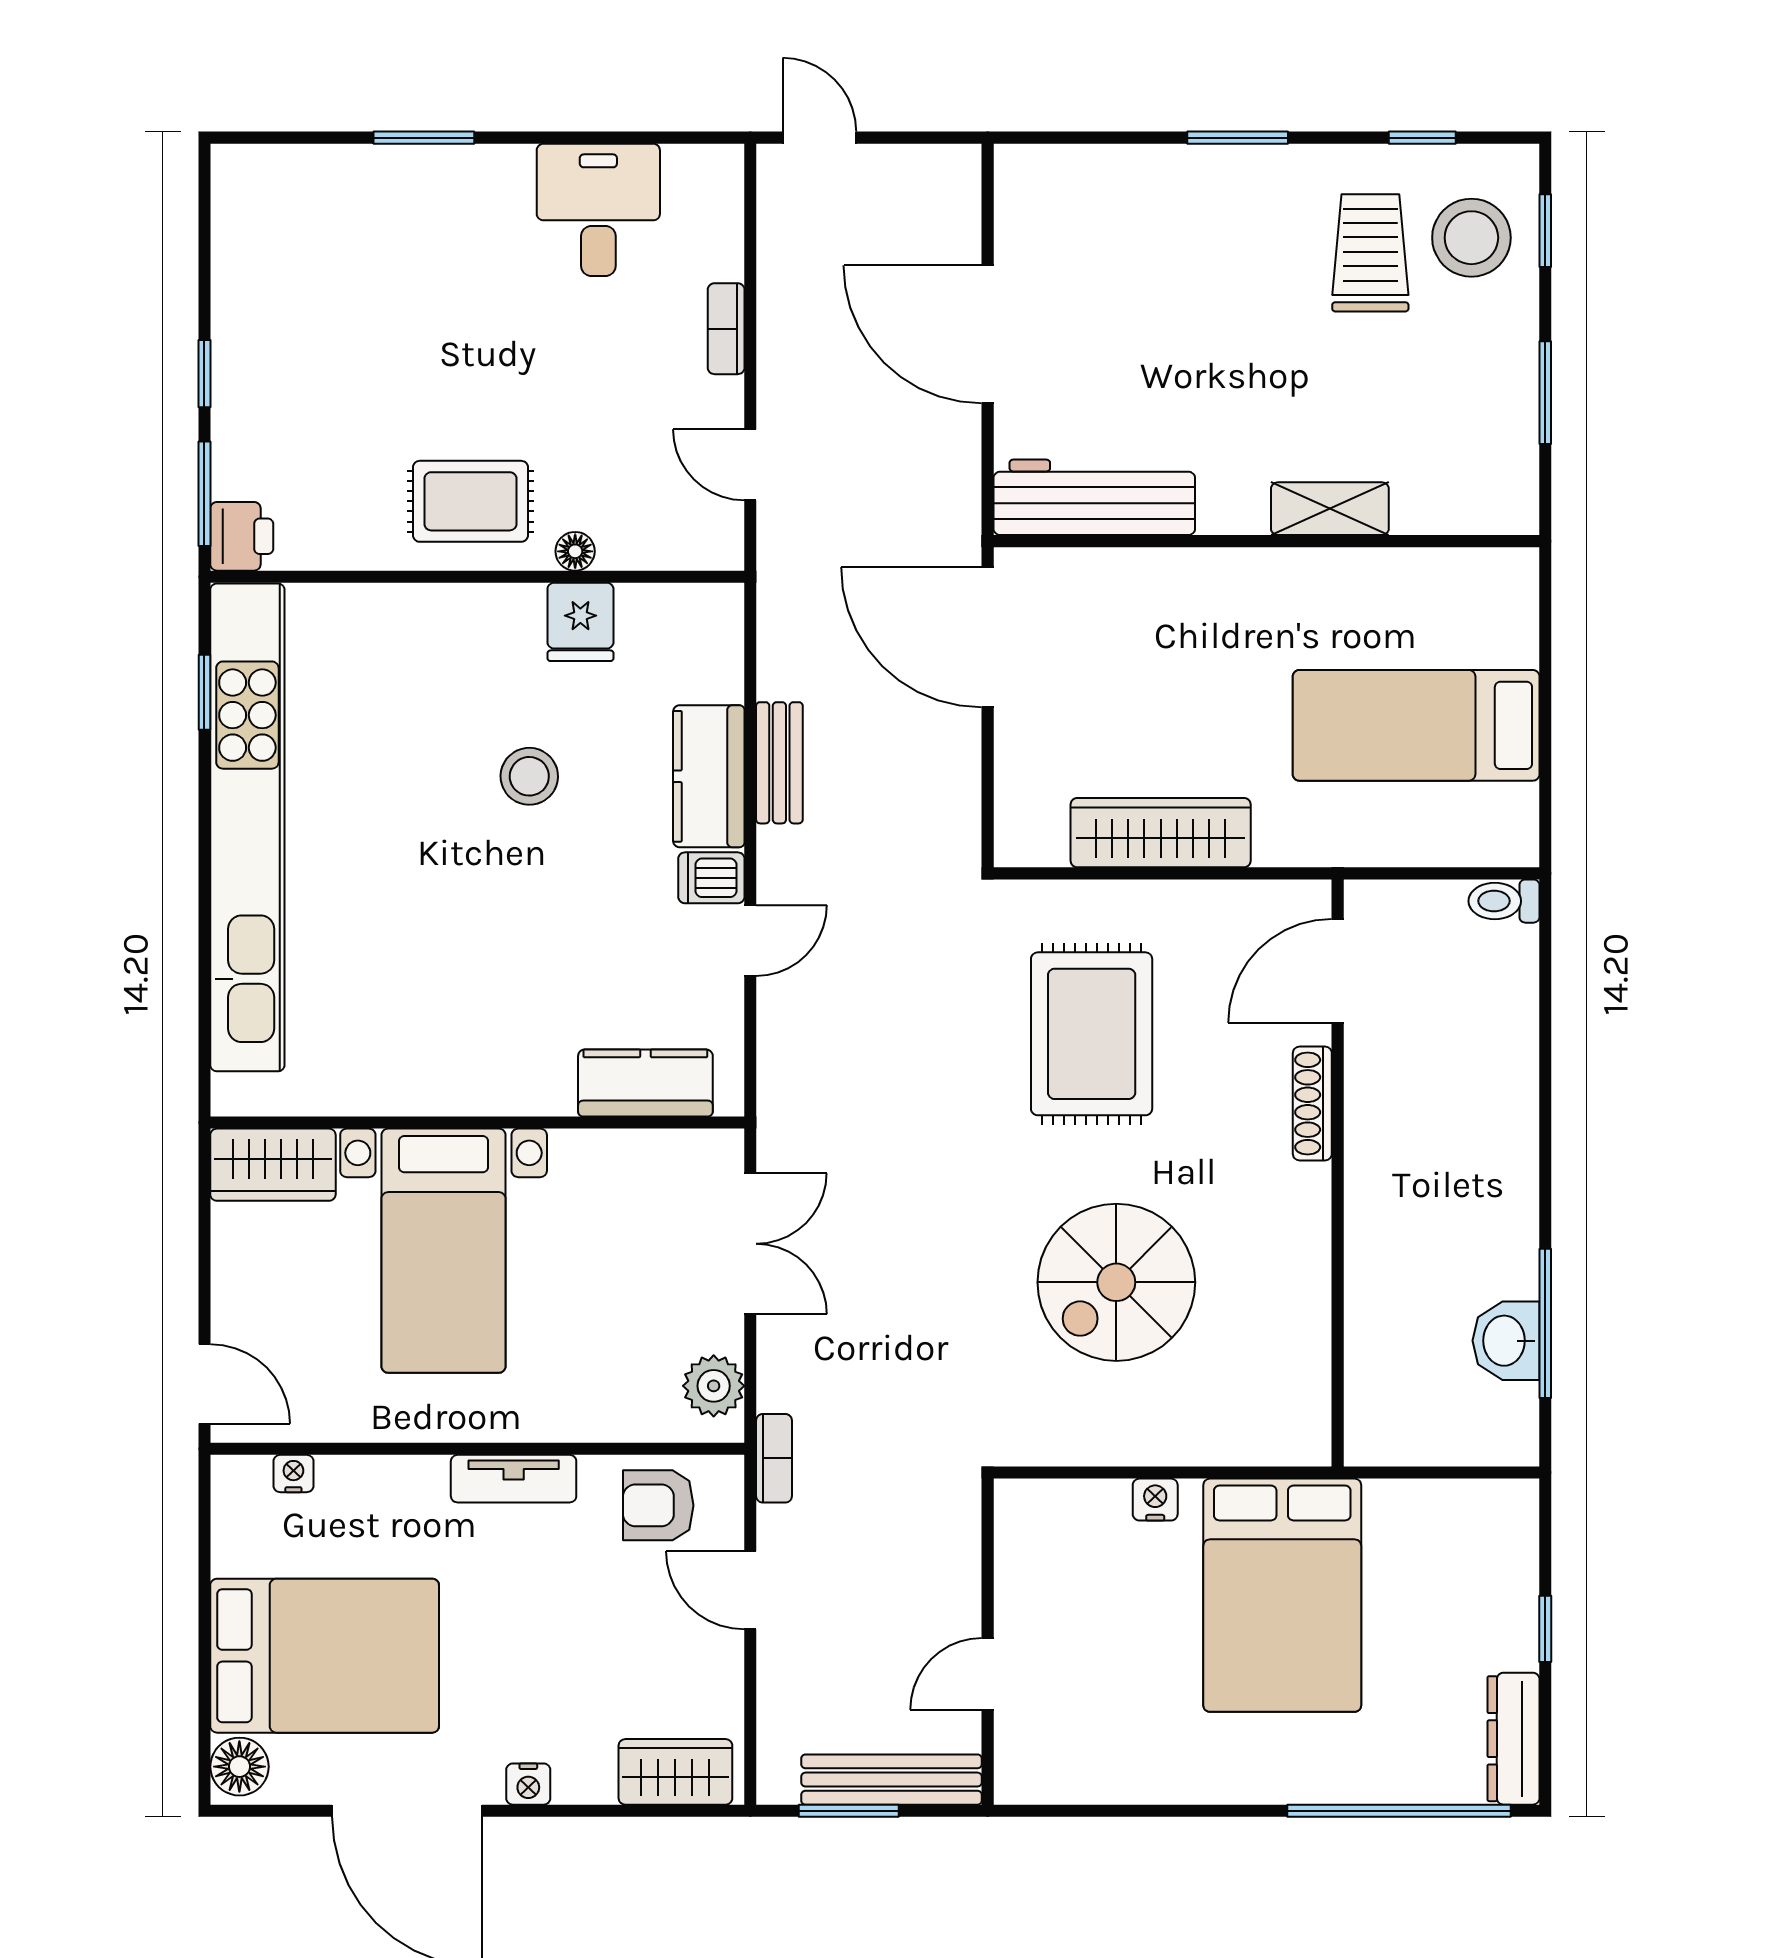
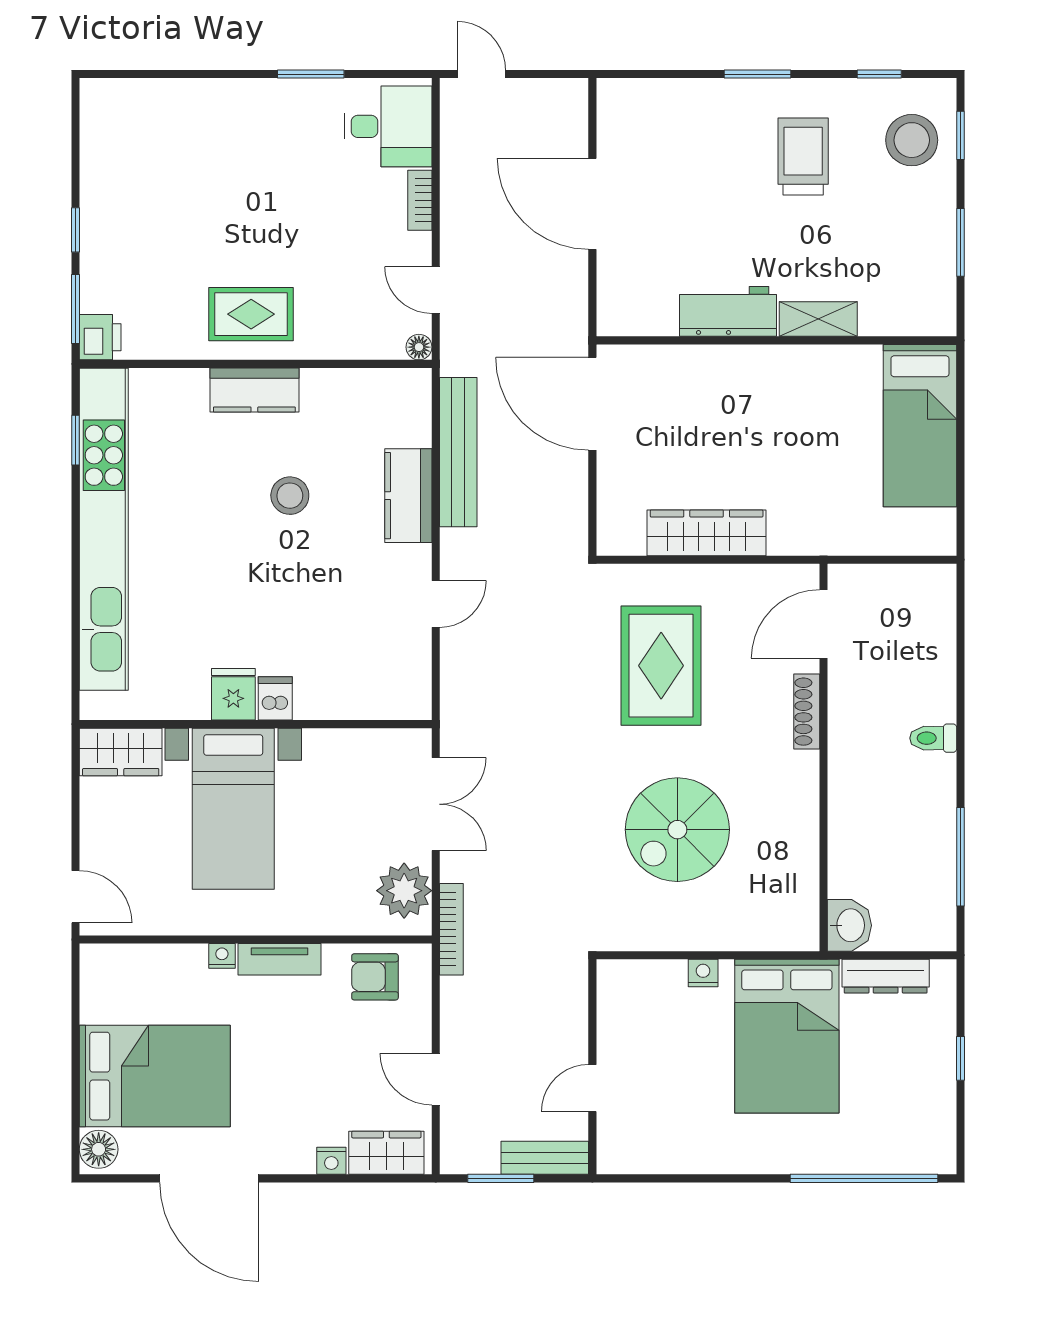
window: (424, 138) -> (311, 74), moved
desk: (598, 210) -> (388, 126), moved, turned 90
trolley: (1370, 253) -> (803, 157), moved
workbench: (1094, 497) -> (728, 311), moved, width x0.73
floor lamp: (575, 551) -> (419, 347), moved
fridge: (580, 622) -> (233, 694), moved, turned 180
bed: (1416, 725) -> (920, 426), moved, turned -90
bench: (779, 763) -> (458, 452), width x1.86, depth x1.21
dishwasher: (711, 878) -> (275, 698), moved, turned 90
toilet: (1504, 901) -> (933, 738), moved
kitchen counter: (645, 1083) -> (254, 390), moved, turned 180
washbasin: (1506, 1341) -> (849, 925), moved, turned 180
plant: (714, 1386) -> (404, 891), width x1.36, depth x1.36
bookcase: (774, 1458) -> (451, 929), width x1.56
nightstand: (293, 1474) -> (222, 956), moved
door: (750, 1590) -> (436, 1079), moved
dresser: (1513, 1739) -> (886, 976), moved, turned -90
bench: (892, 1780) -> (545, 1158), width x0.73
nightstand: (528, 1784) -> (331, 1161), moved

